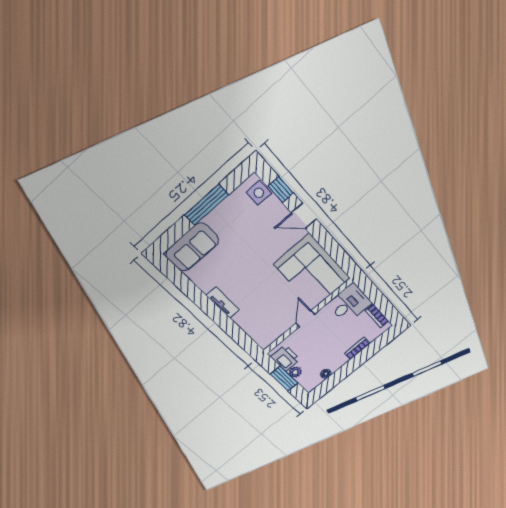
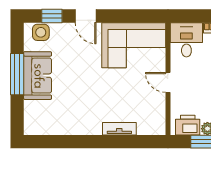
door: (304, 216) -> (86, 16), hinge flipped
sofa: (192, 247) -> (38, 76), moved
tv unit: (223, 303) -> (119, 129), moved

